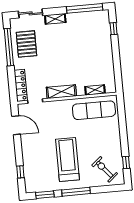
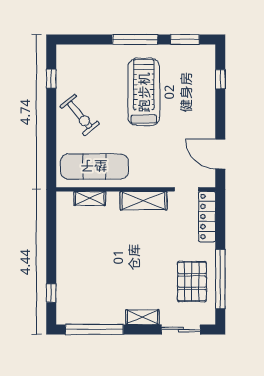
treadmill: (67, 160) -> (144, 92), turned 180
exercise bike: (105, 169) -> (80, 115), moved

